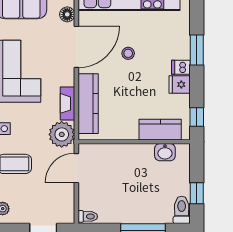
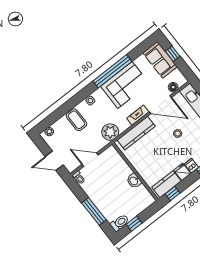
fireplace: (68, 103) -> (138, 115), moved
kitchen counter: (160, 130) -> (167, 184), moved, turned -90
washbasin: (165, 152) -> (134, 181), moved
door: (76, 168) -> (90, 160), moved

